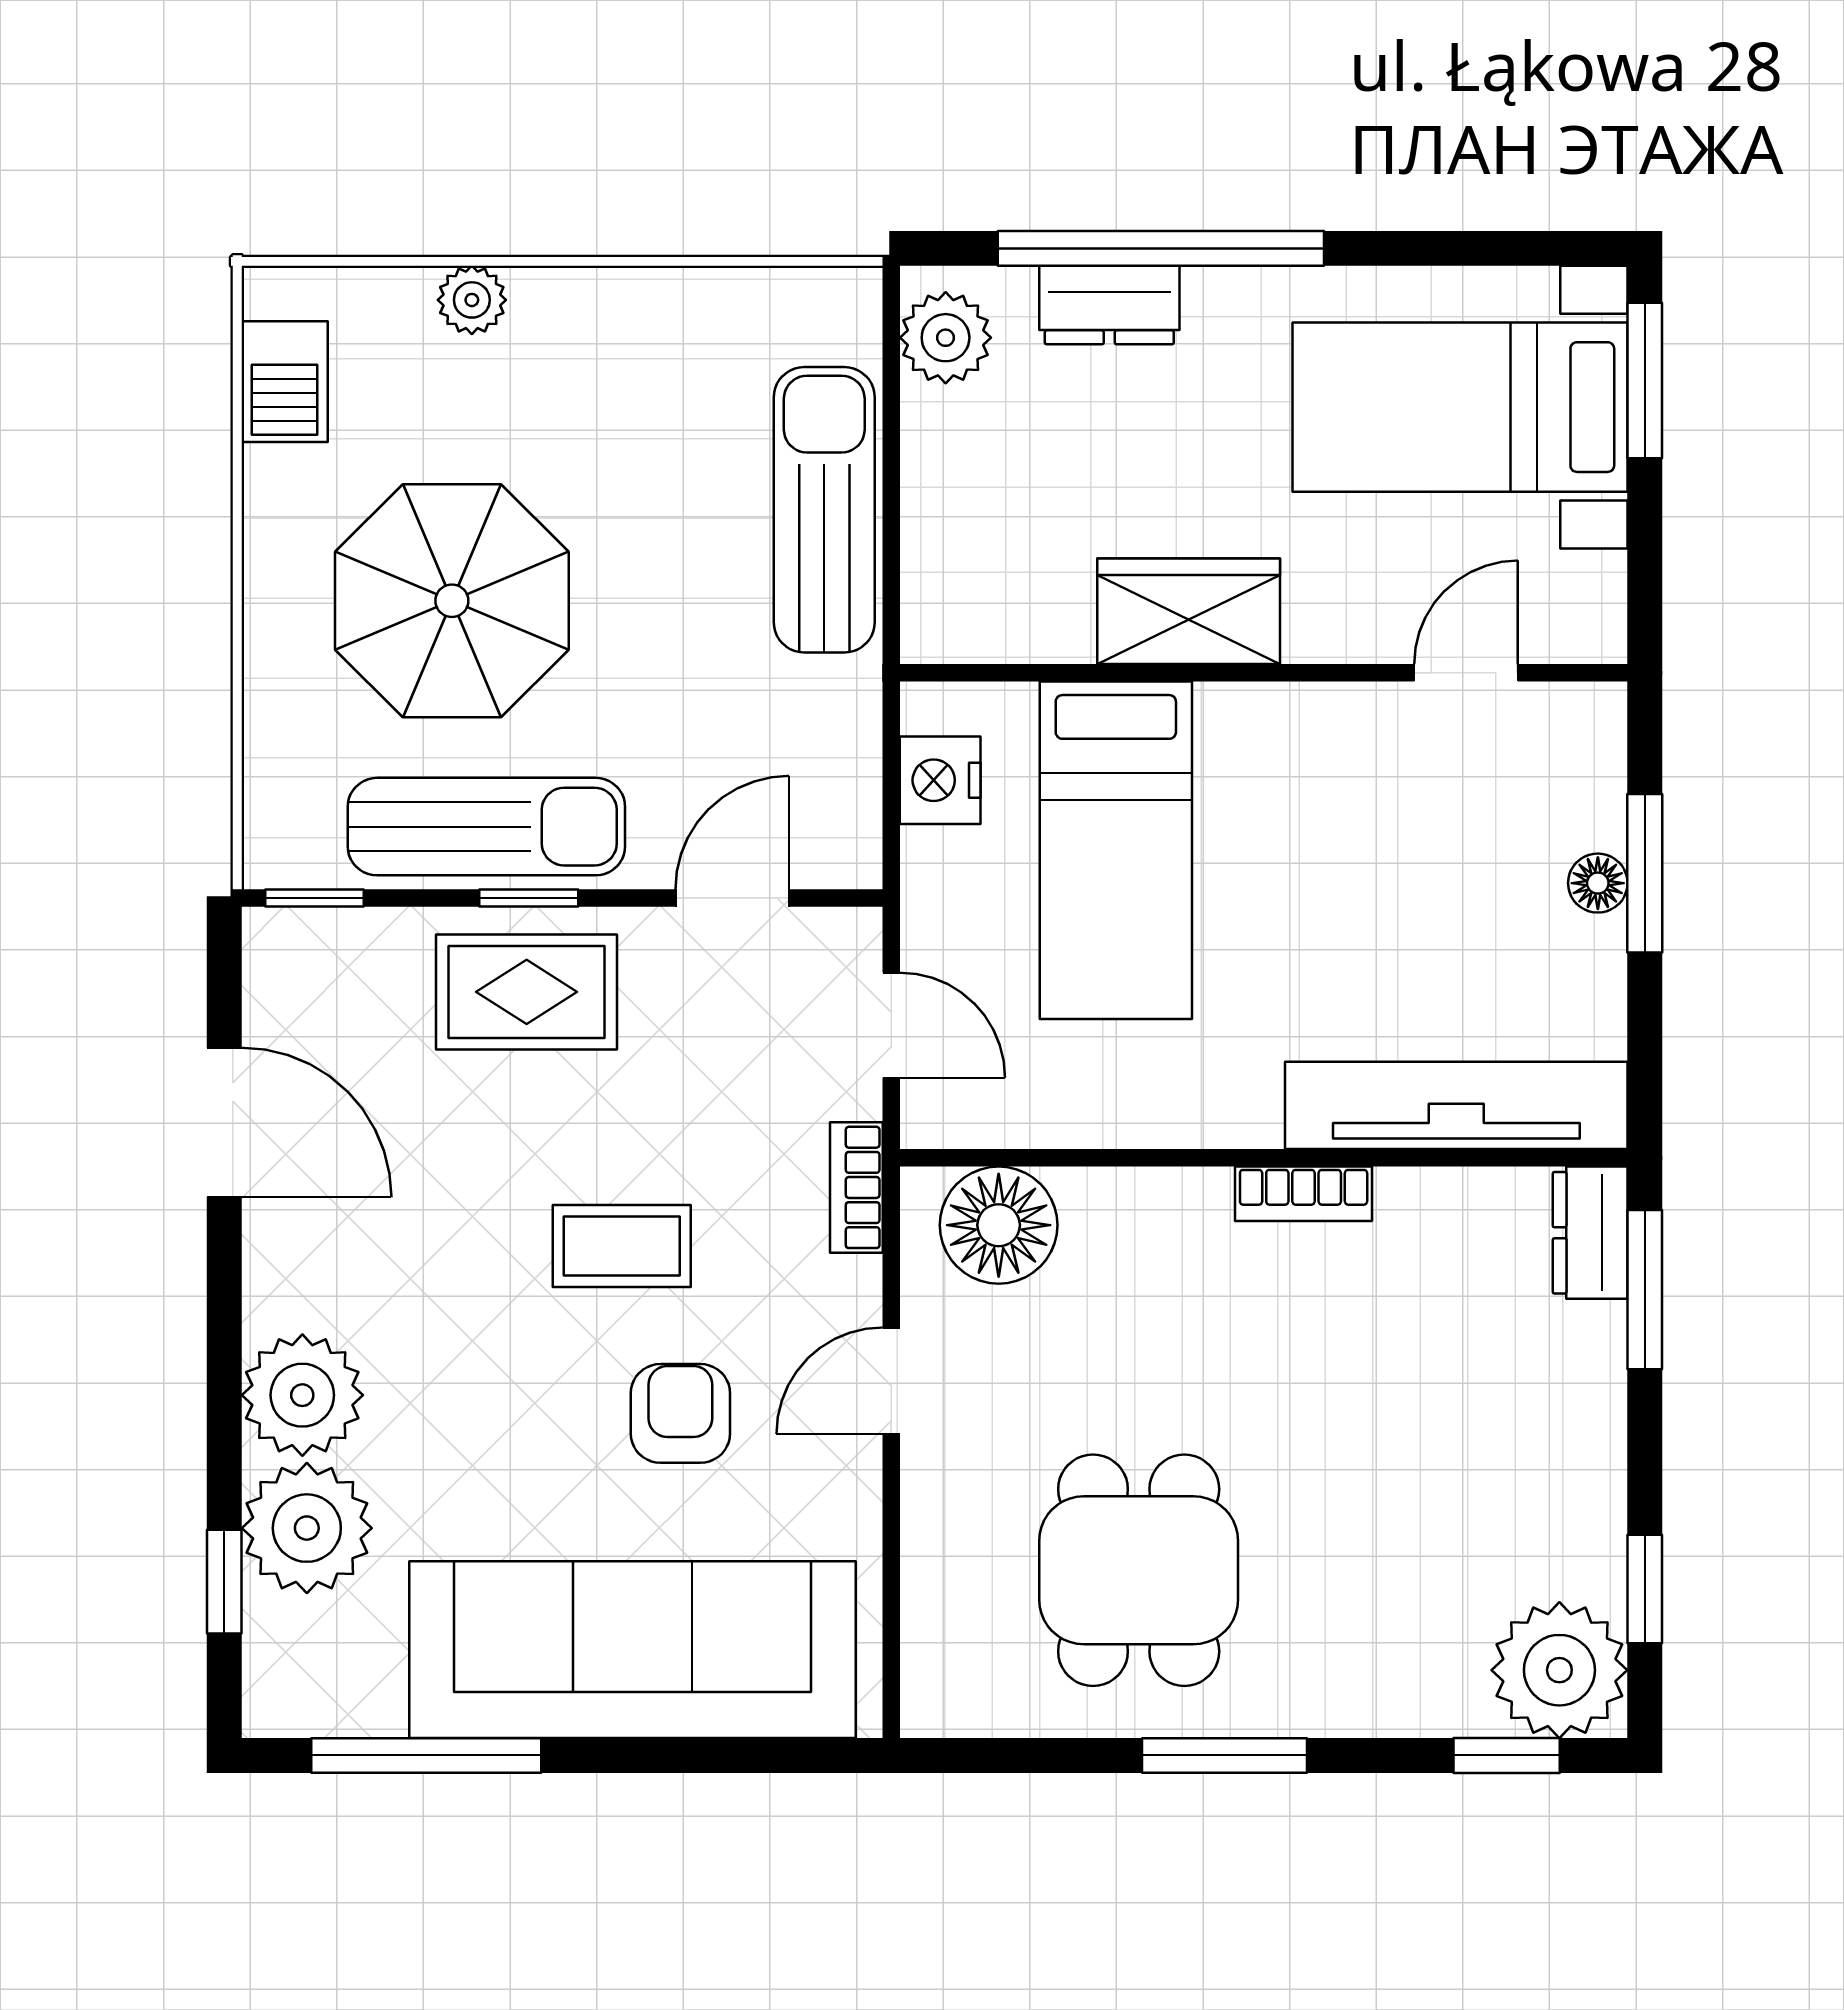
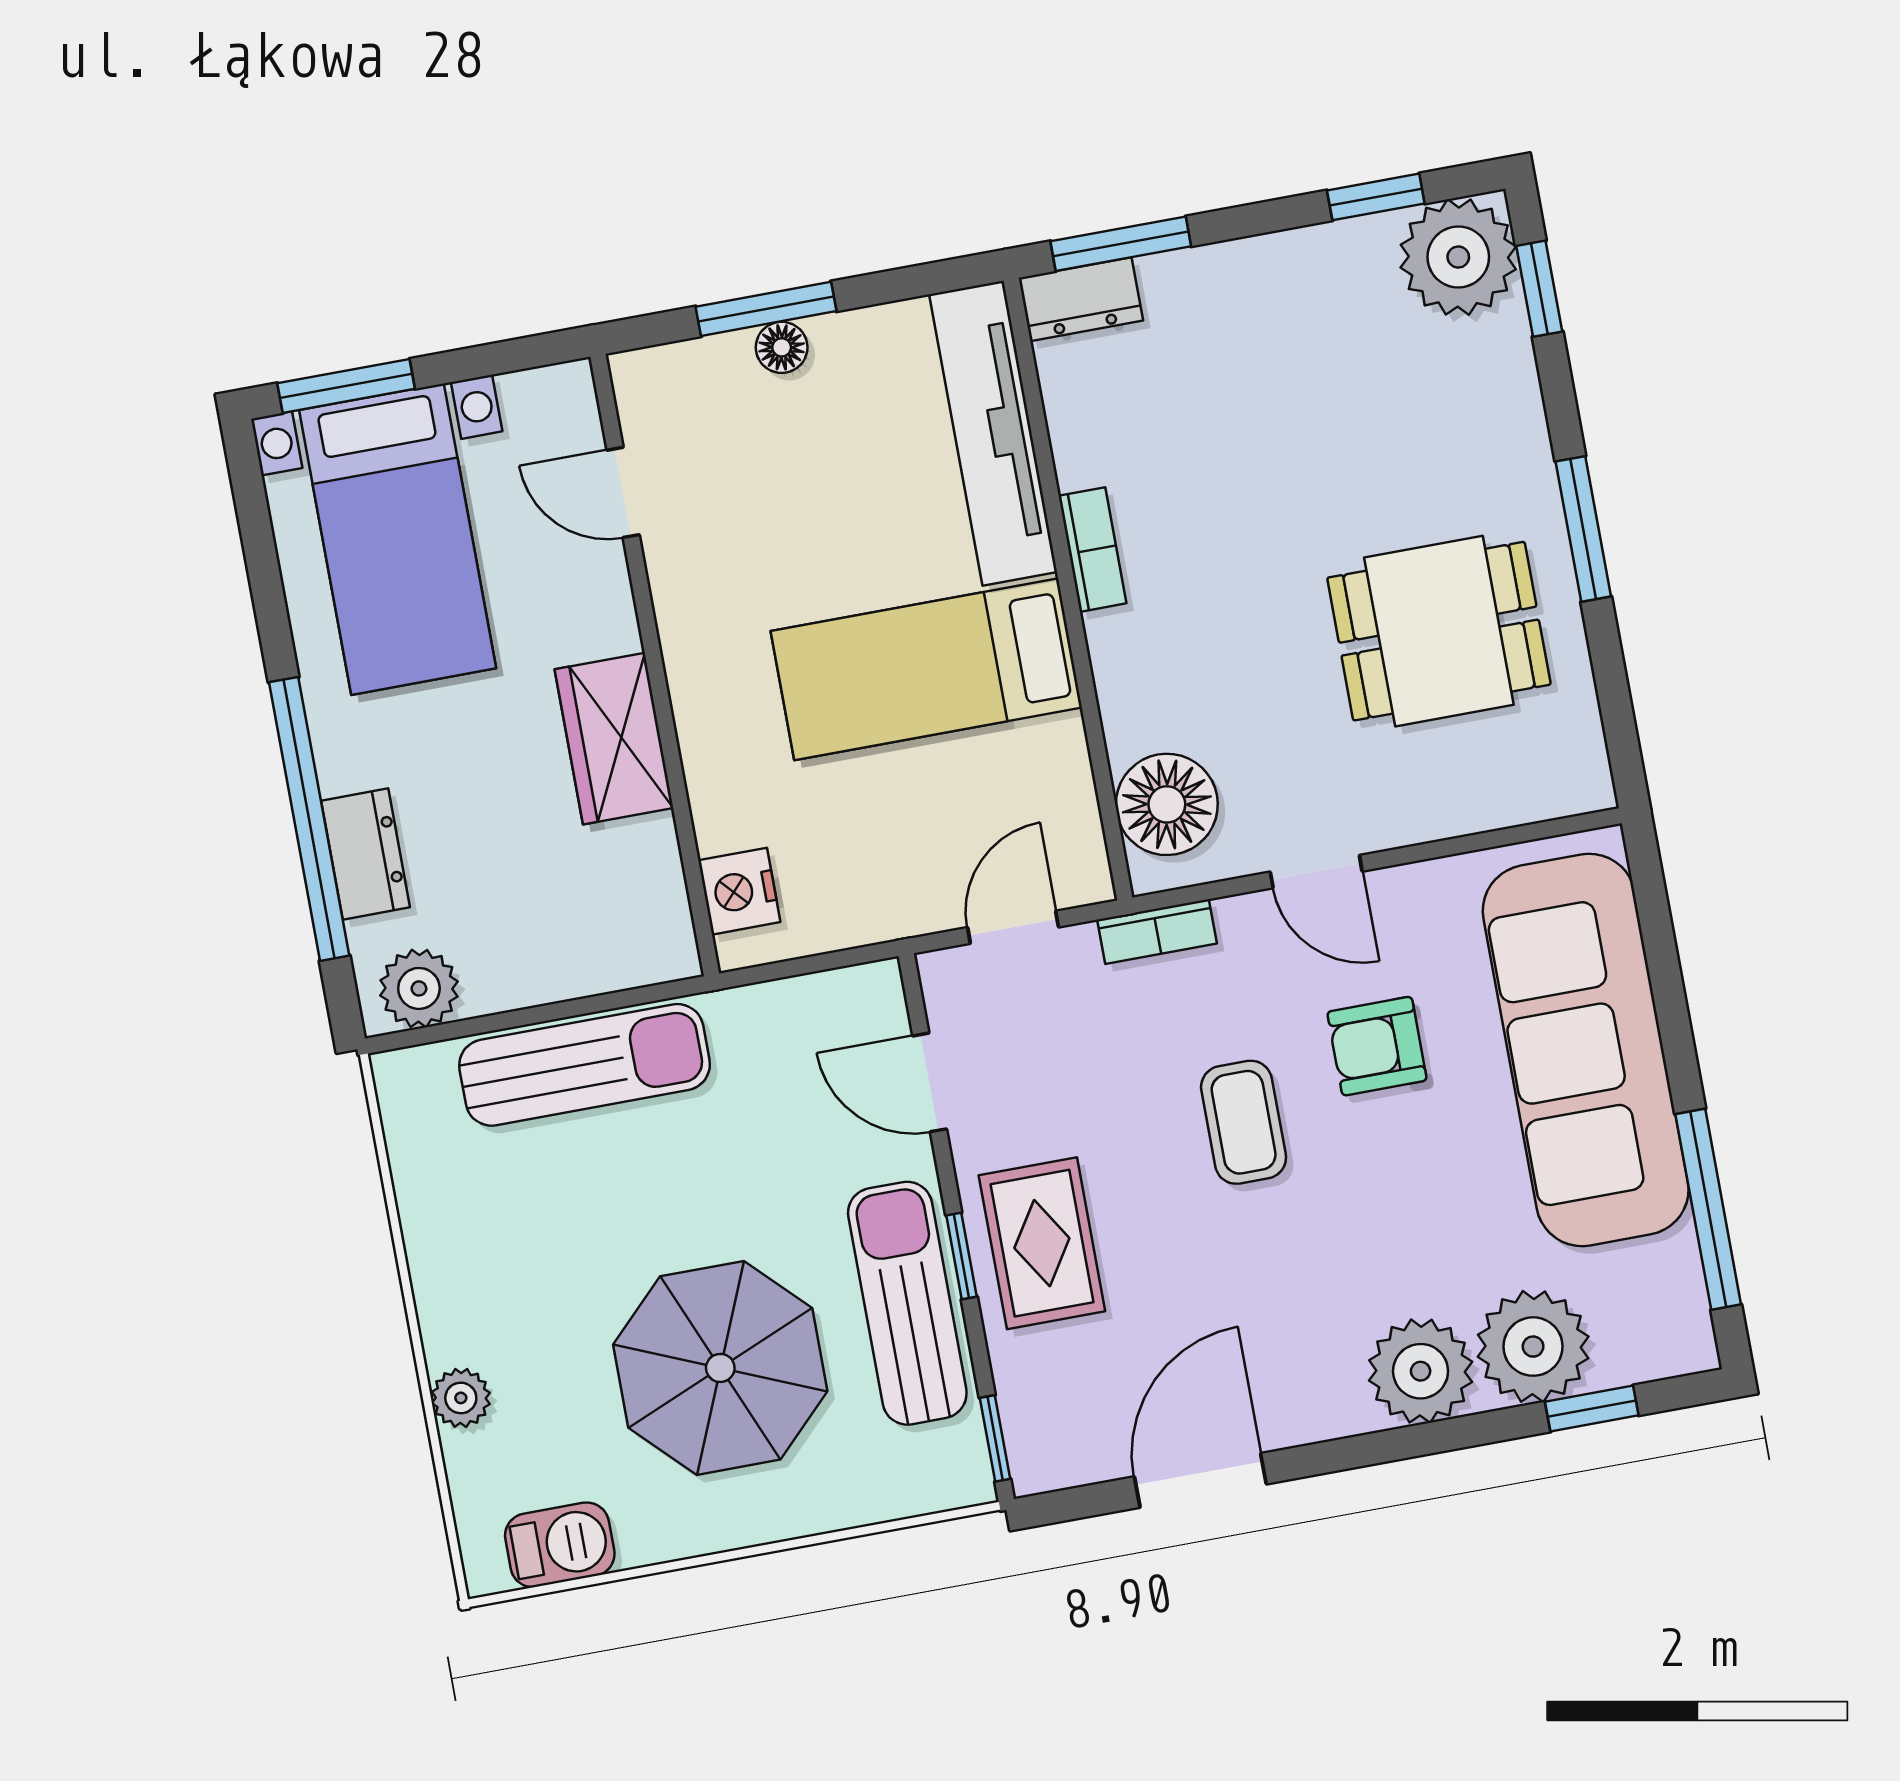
sun lounger: (824, 510) -> (585, 1065), turned 180
nightstand: (940, 780) -> (739, 891), moved, turned 90
bed: (1116, 850) -> (926, 669), moved, turned 180

